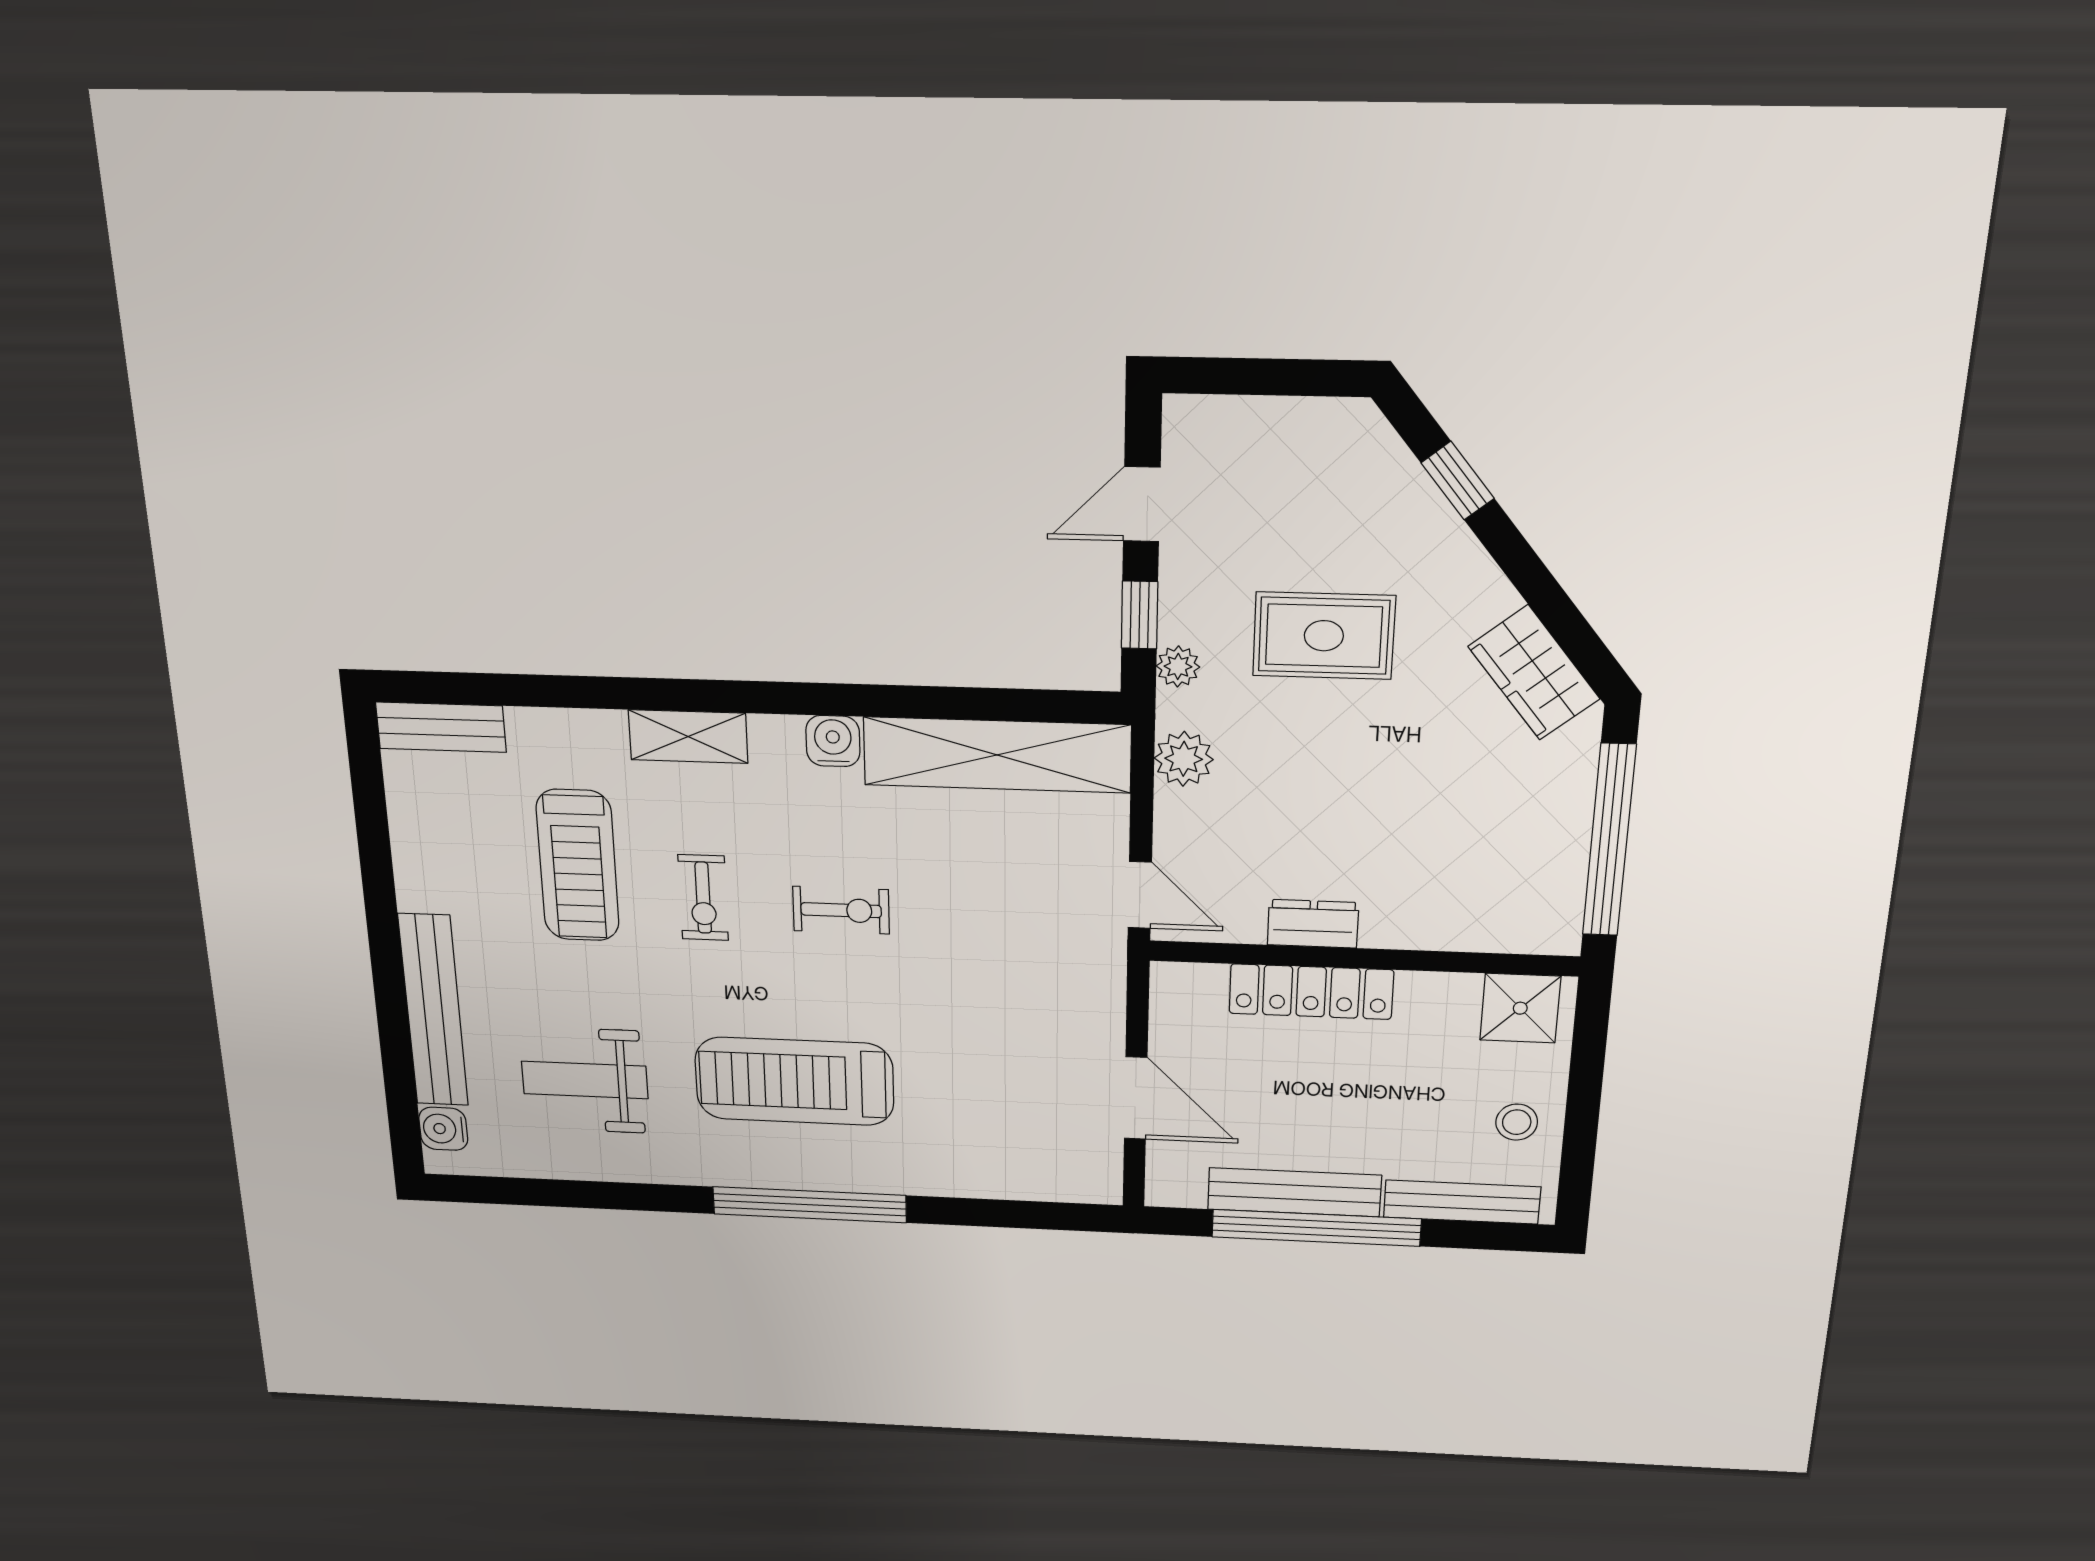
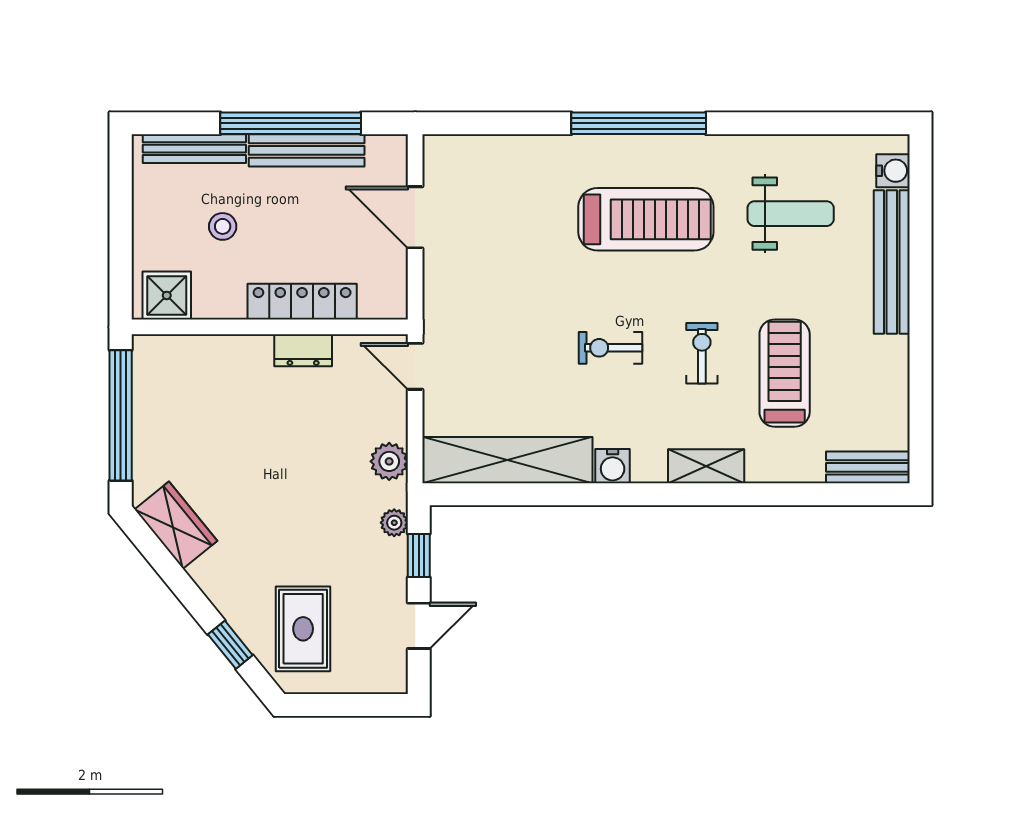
rug: (1324, 636) -> (303, 629), moved, turned 90
stool: (1517, 1122) -> (223, 226), moved

